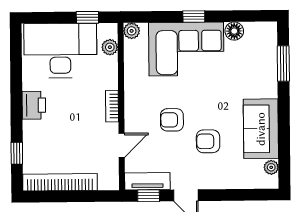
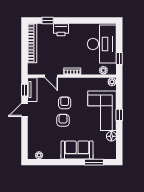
printer: (34, 105) -> (61, 30), moved
sofa: (261, 129) -> (77, 150), moved
armchair: (208, 141) -> (63, 120), moved

